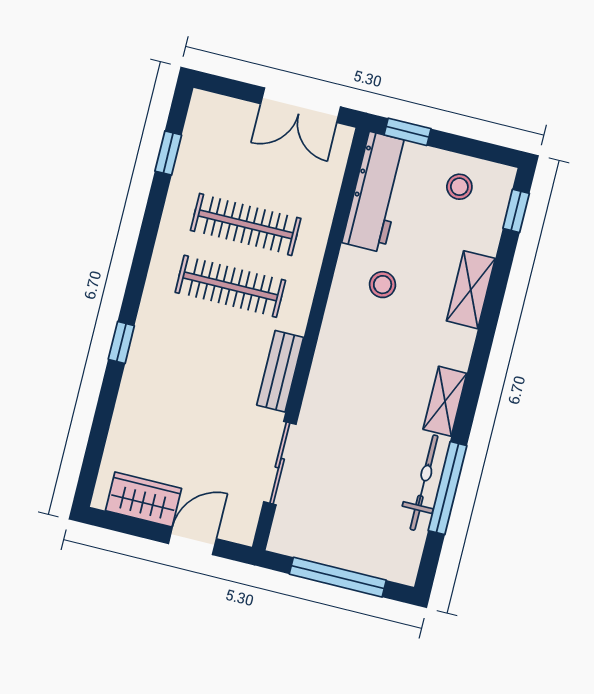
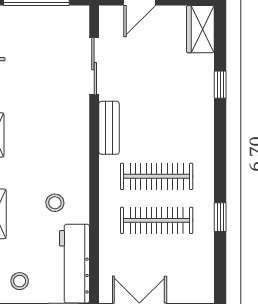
window: (168, 153) -> (220, 217), moved
window: (121, 343) -> (220, 85), moved
wardrobe: (143, 499) -> (200, 29), moved, turned 90

